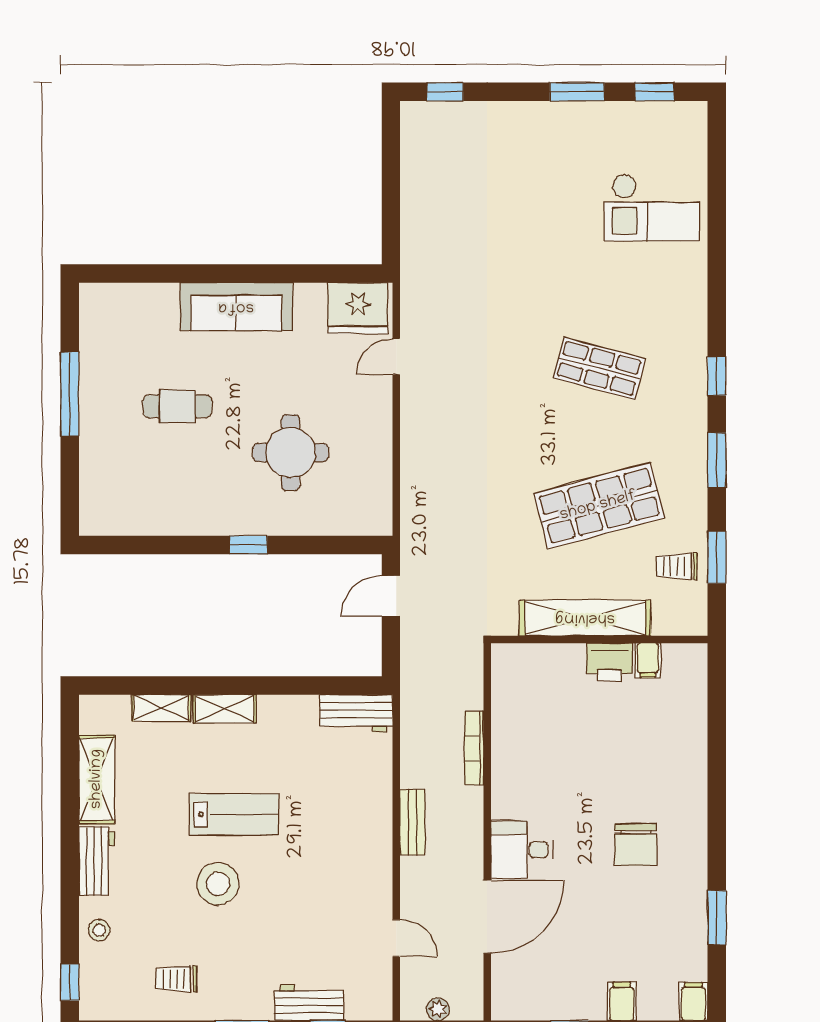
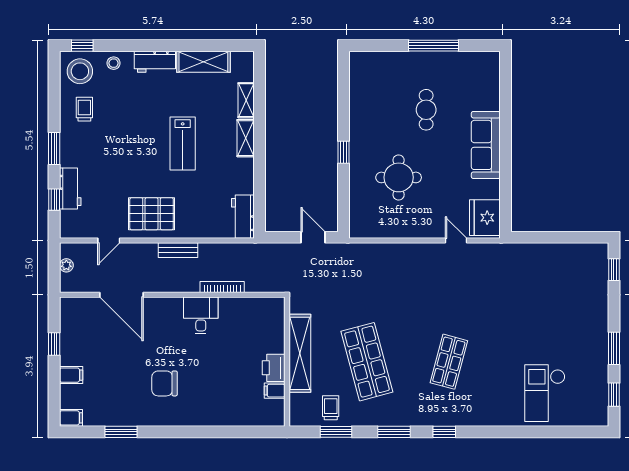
desk: (522, 850) -> (201, 315), moved
pallet: (351, 866) -> (152, 214), added
stool: (218, 884) -> (80, 71), moved

